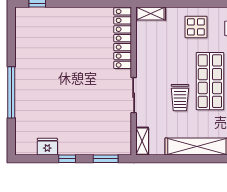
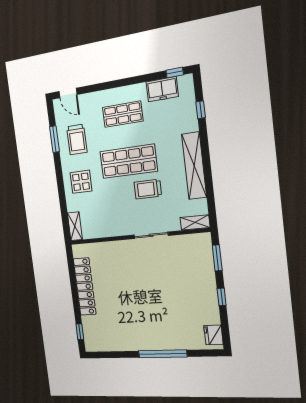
locker: (123, 38) -> (85, 287), moved, turned -90
trolley: (180, 98) -> (148, 189), turned 180
fridge: (47, 147) -> (213, 335), moved

